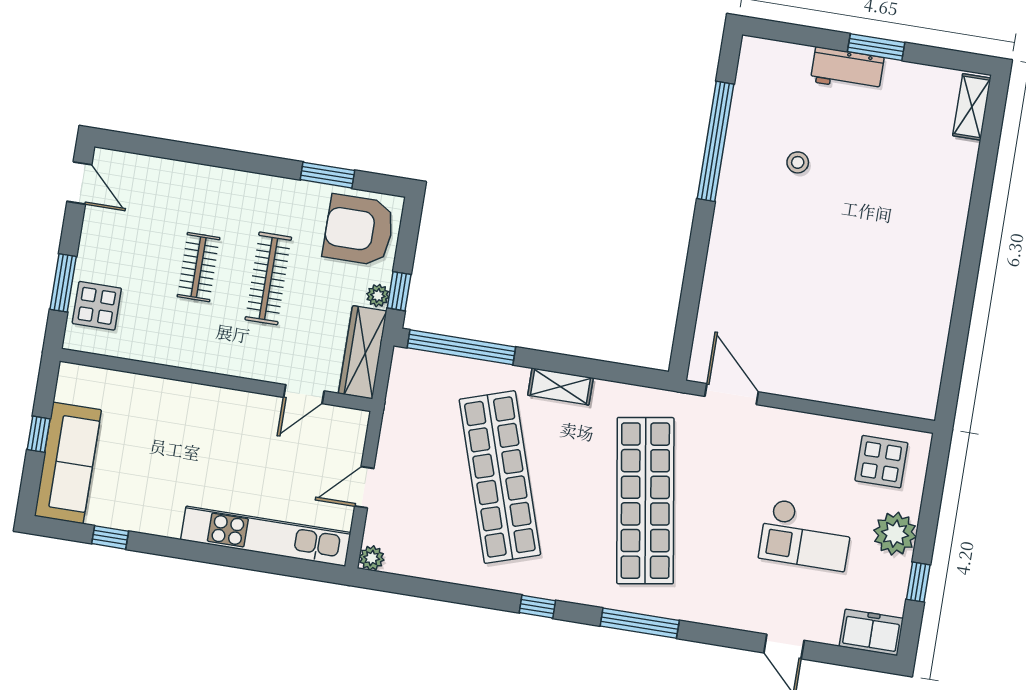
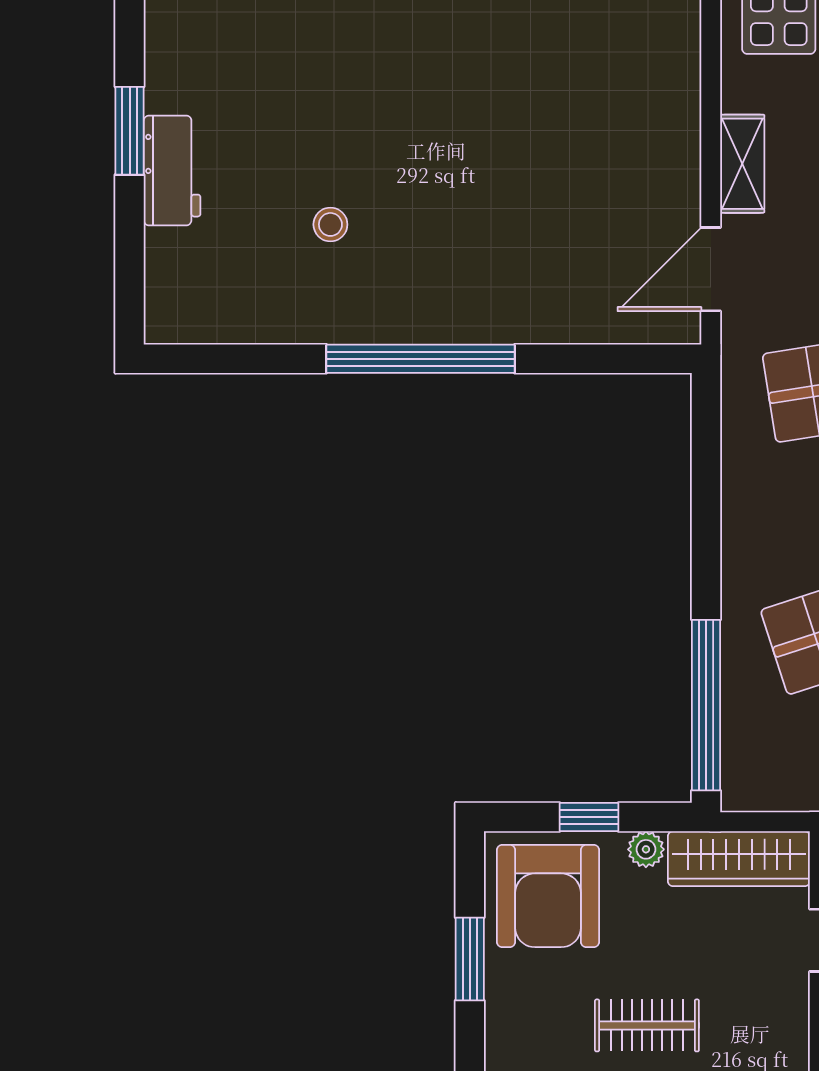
window: (716, 141) -> (420, 359), moved
clothes rail: (268, 278) -> (647, 1025), width x0.73
window: (399, 291) -> (589, 817), moved
shelving: (560, 387) -> (742, 164), moved

